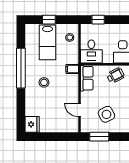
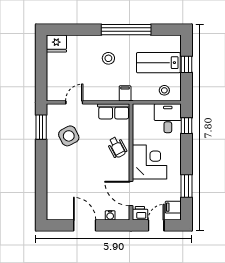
desk: (91, 52) -> (168, 118), moved, turned 90

